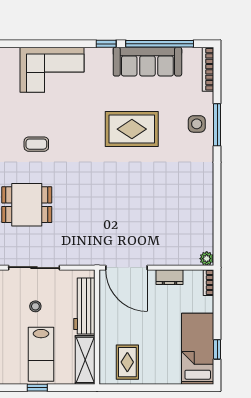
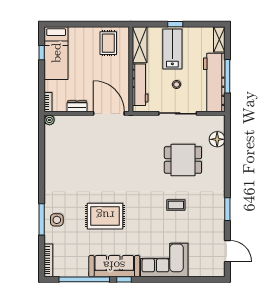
sofa: (147, 62) -> (114, 266), moved

